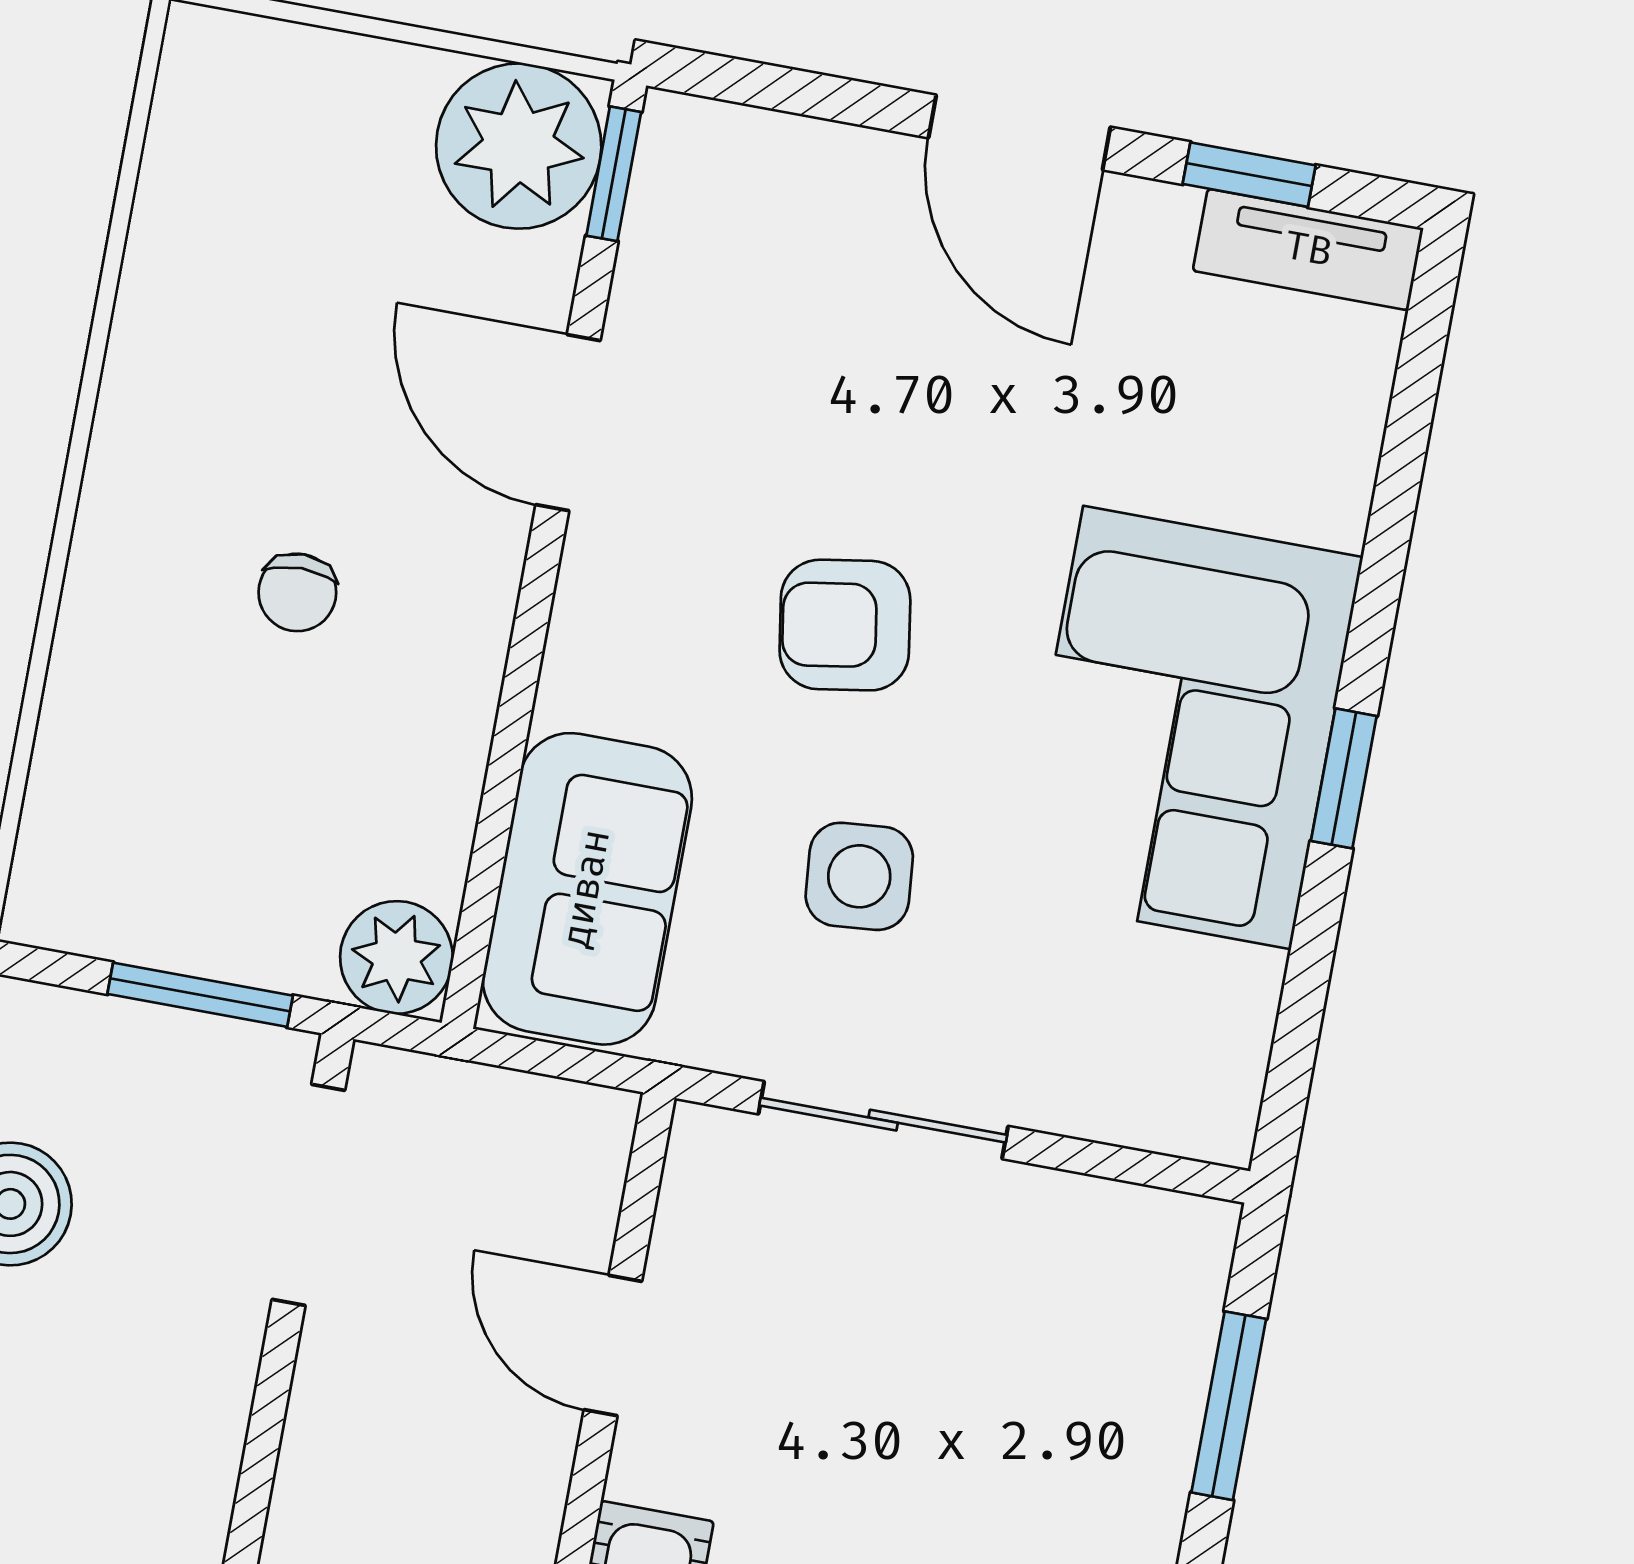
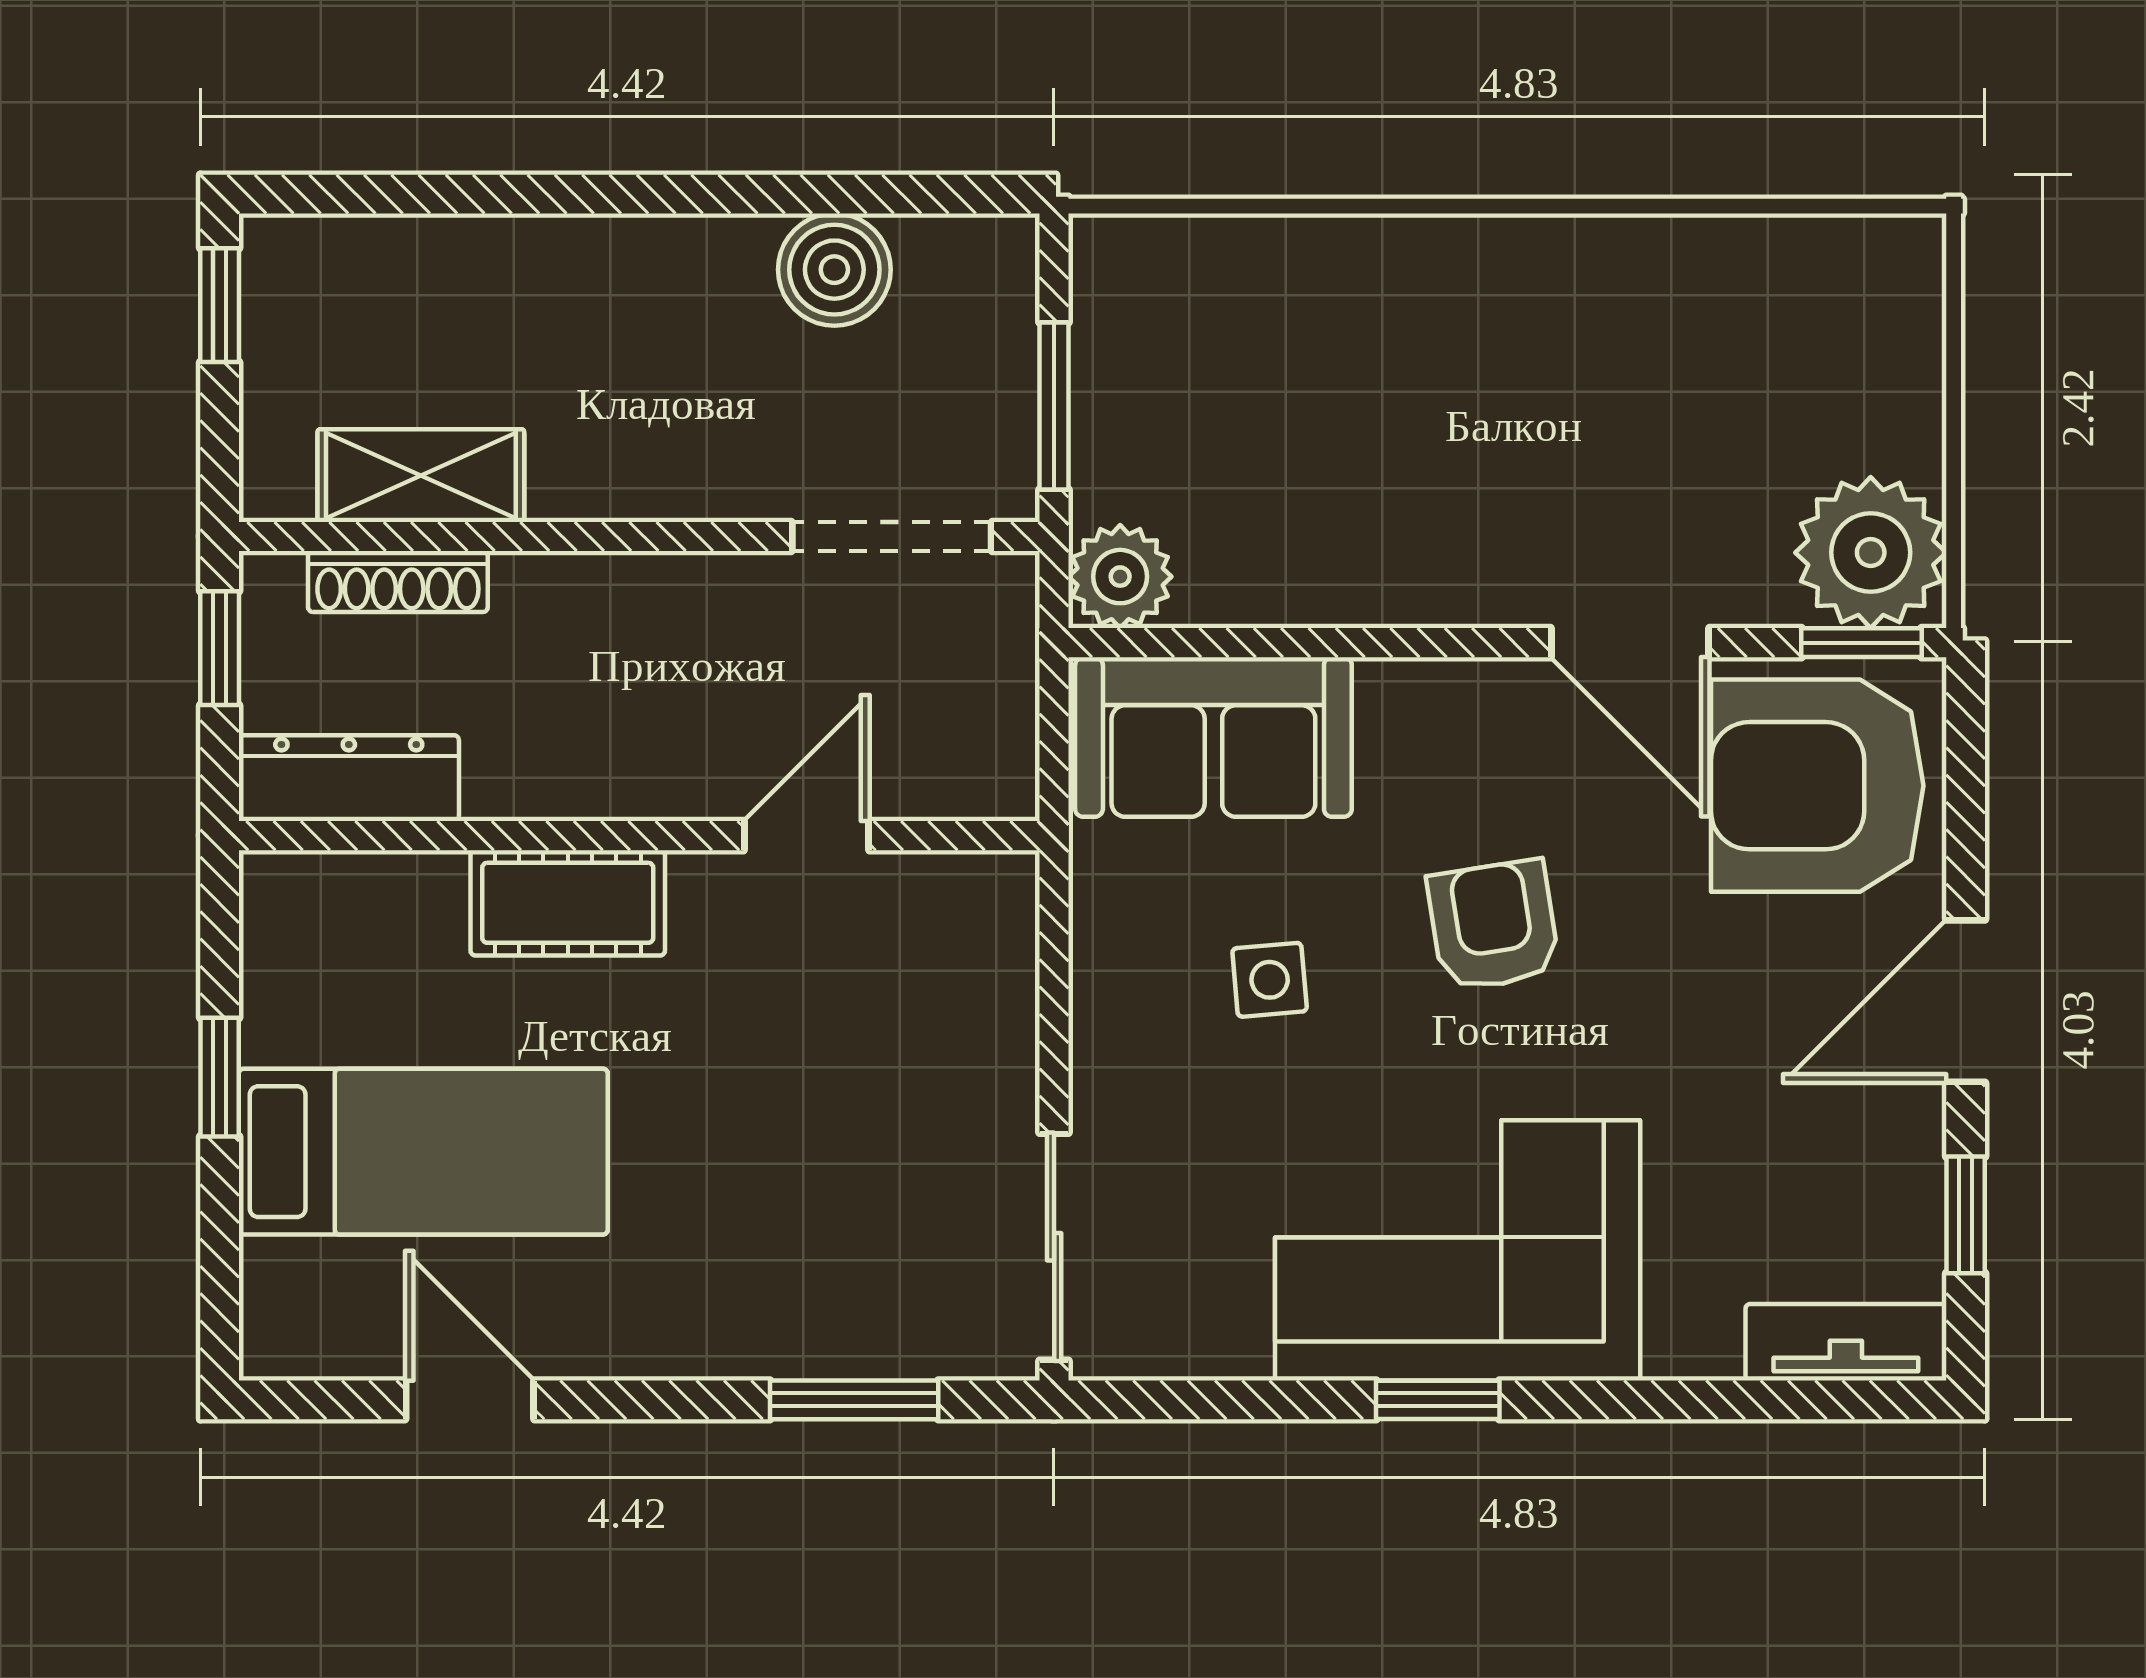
armchair: (759, 249) -> (1817, 786), added
tv unit: (1308, 250) -> (1846, 1342), moved, turned 90
door: (568, 423) -> (1630, 643), swing flipped
chair: (297, 592) -> (1432, 427), removed
side table: (859, 876) -> (1270, 980), width x0.73, depth x0.73
sliding door: (883, 1120) -> (1054, 1247), moved

